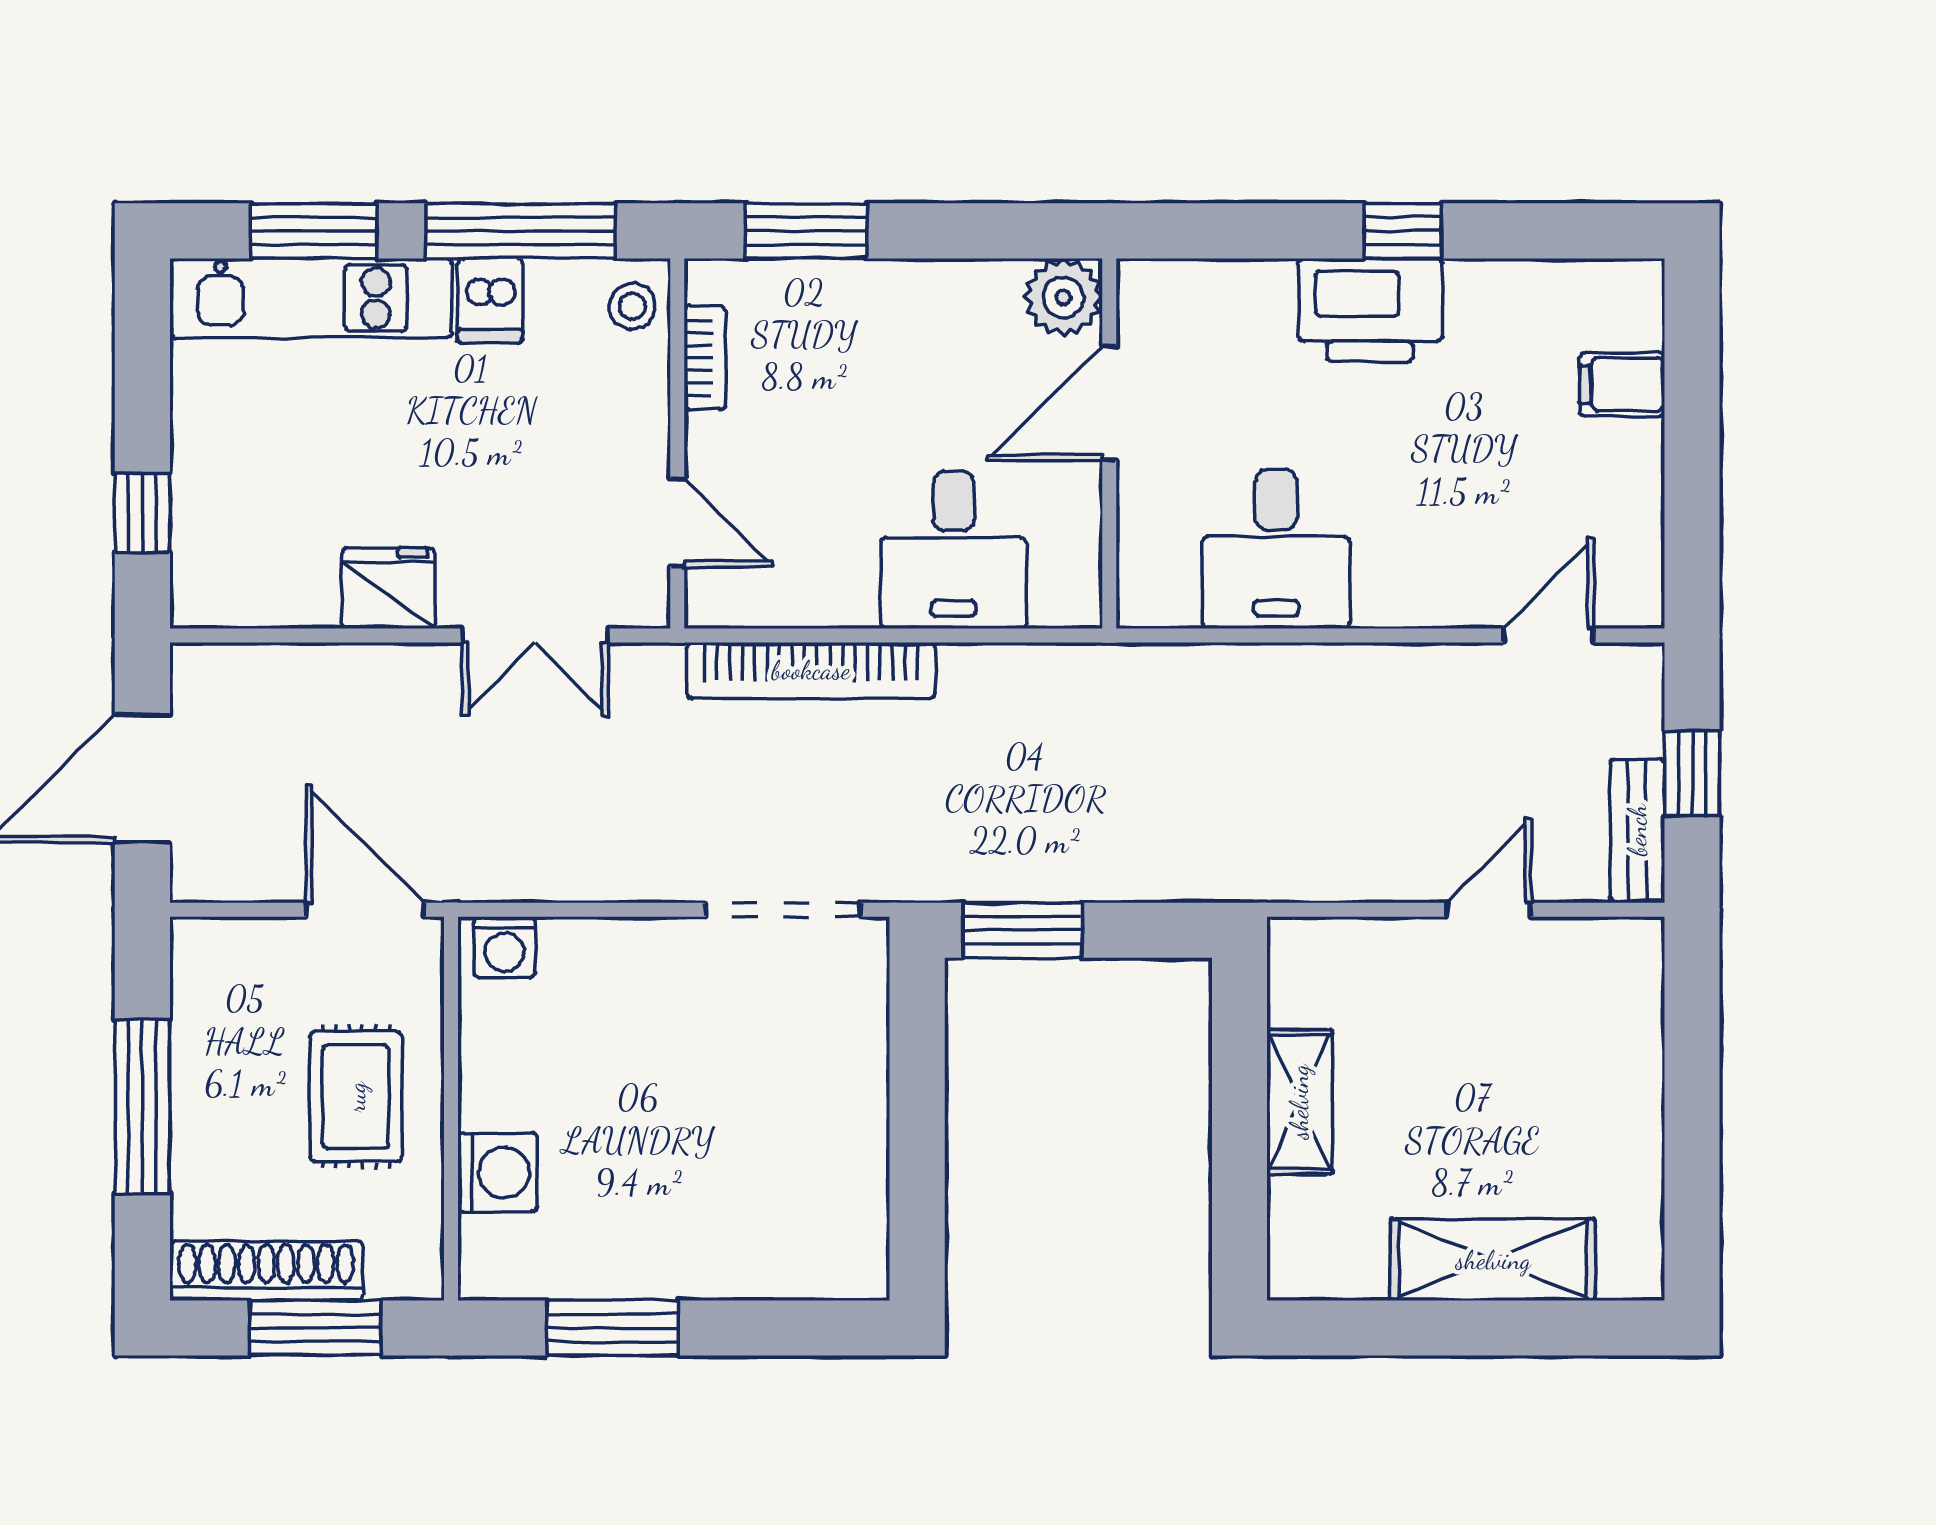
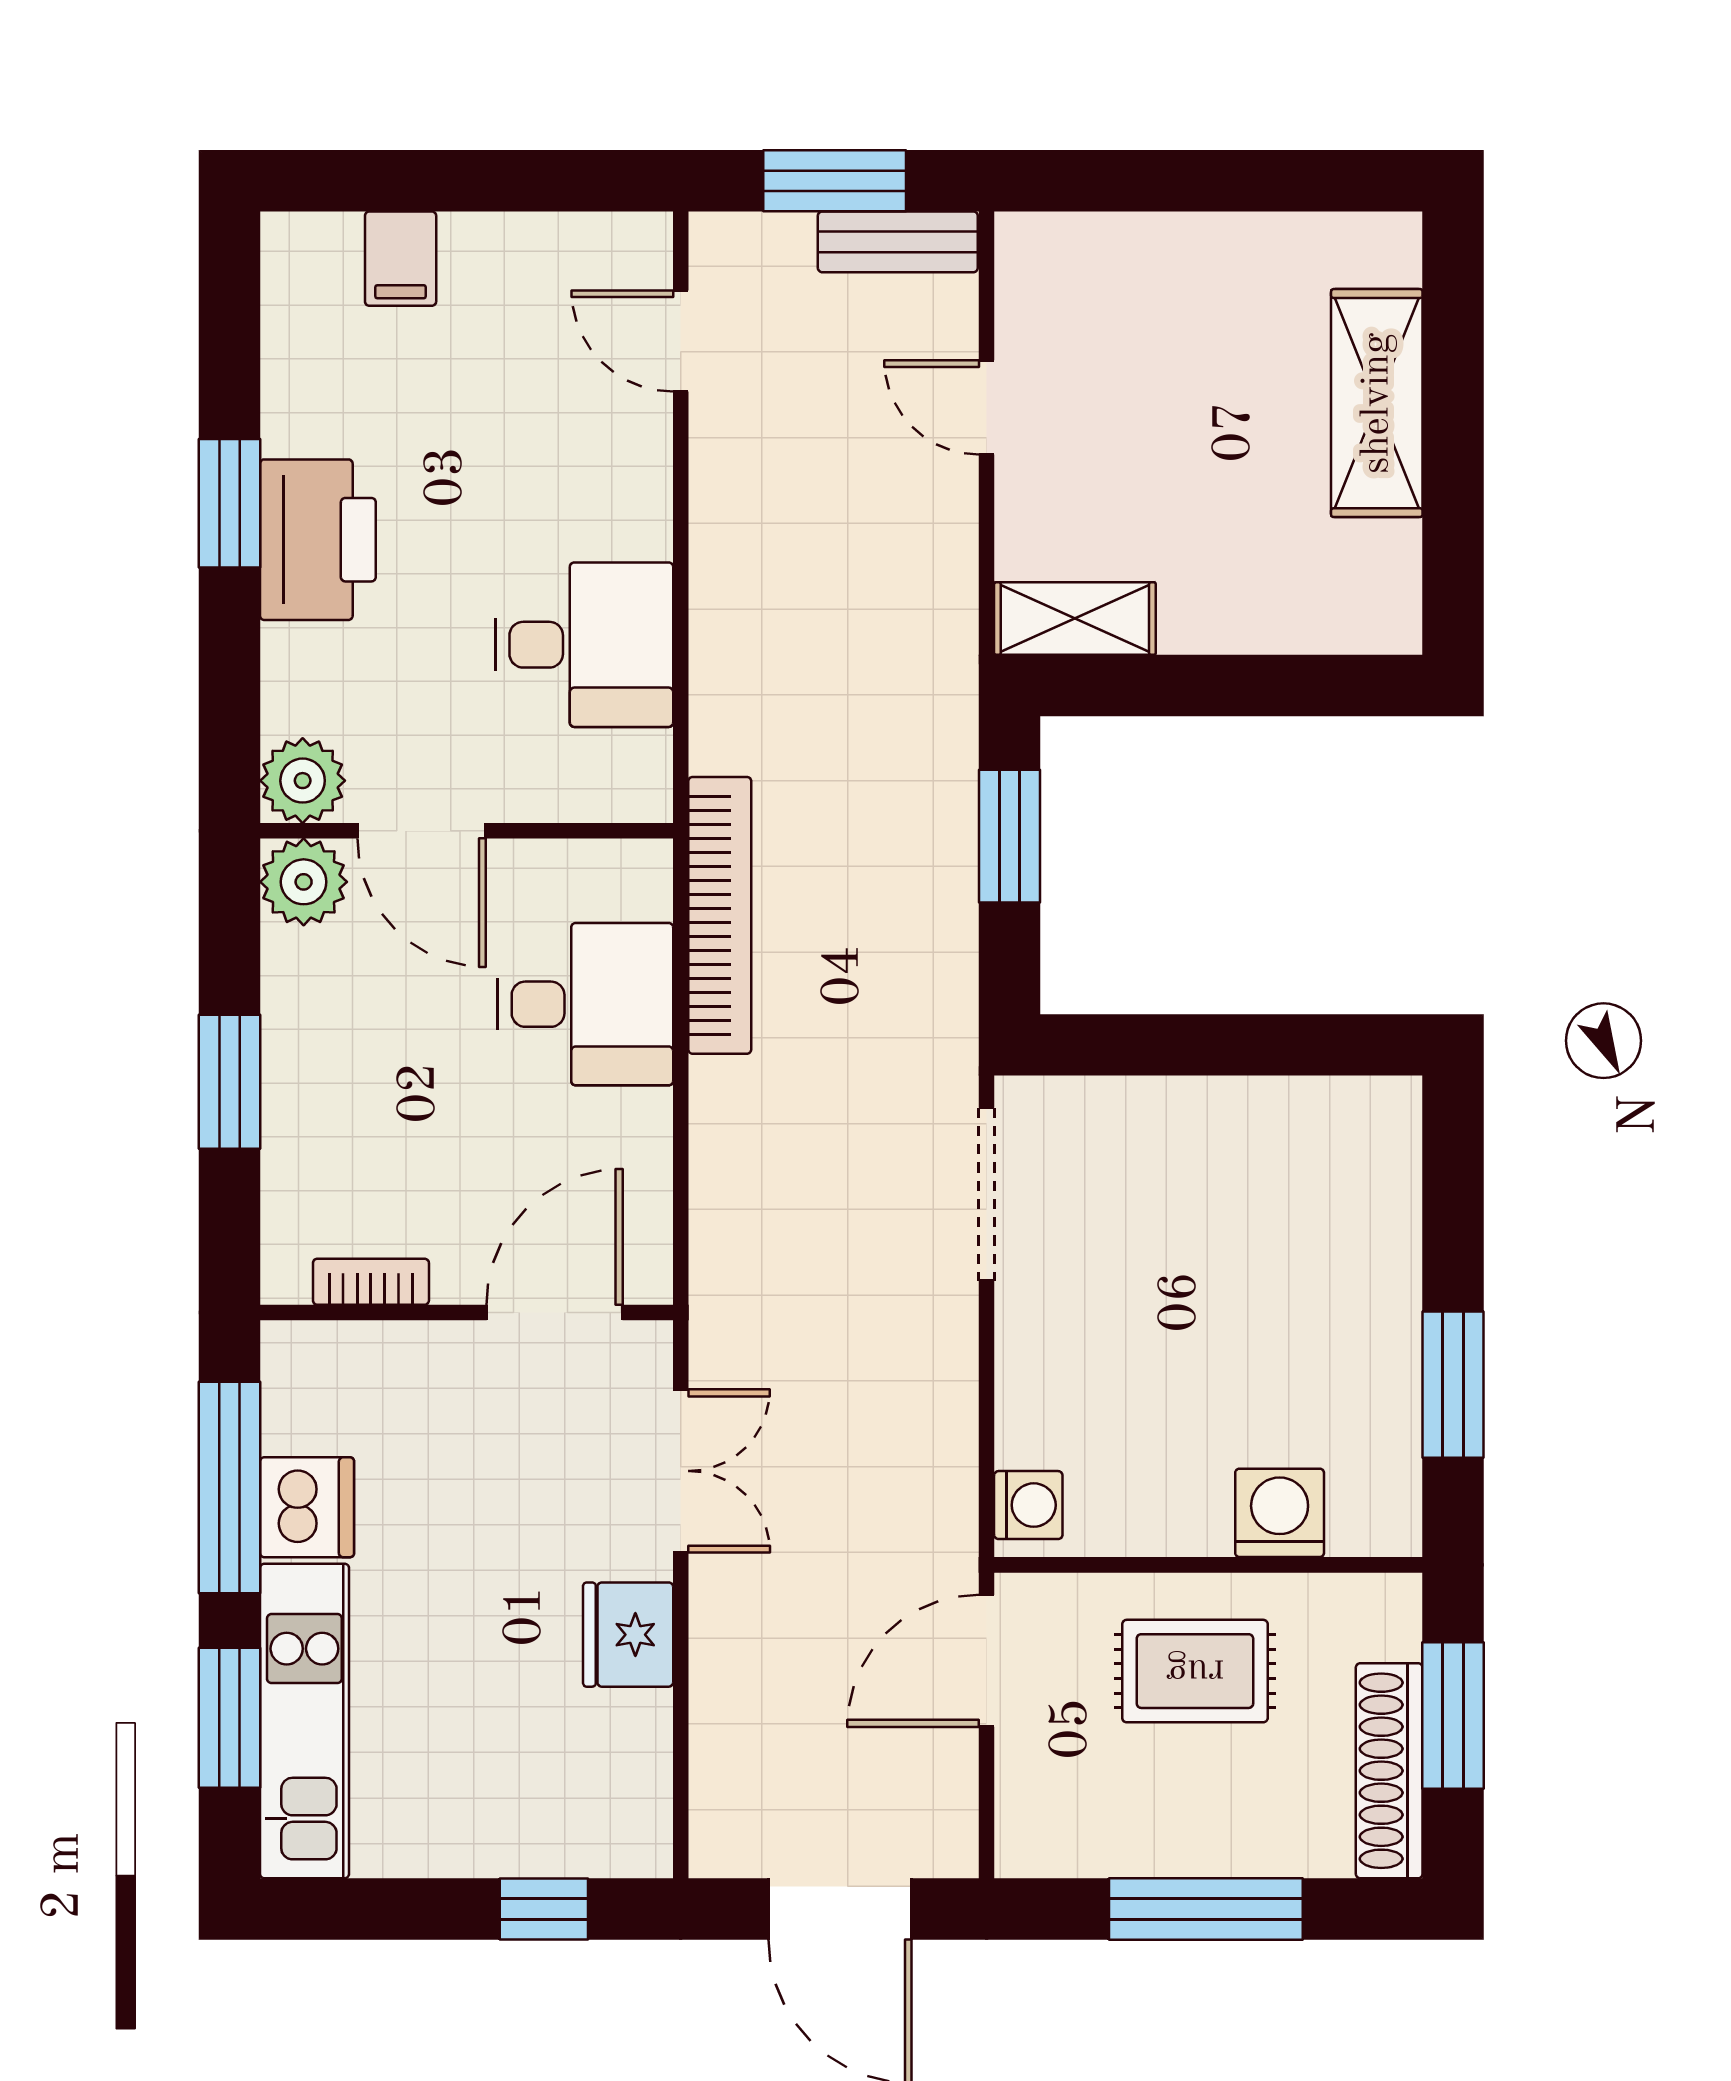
window: (806, 231) -> (230, 1082), moved
window: (1403, 231) -> (230, 503), width x1.50
plant: (1154, 296) -> (303, 781), added
dishwasher: (490, 300) -> (307, 1507), width x1.38
stool: (632, 306) -> (314, 1362), removed
door: (677, 522) -> (555, 1312), width x1.38
bookcase: (811, 670) -> (720, 915), moved
window: (1692, 773) -> (835, 181), width x1.50
window: (1022, 930) -> (1010, 836), moved
shelving: (1299, 1102) -> (1075, 619), moved

